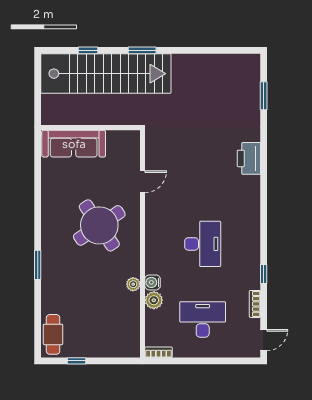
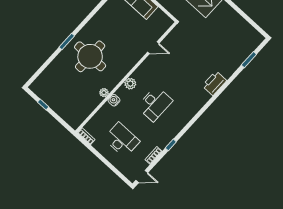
round table: (99, 225) -> (90, 56), moved, turned 34
plant: (154, 300) -> (130, 84), moved
cafe table: (53, 334) -> (44, 81), removed

